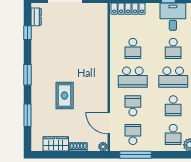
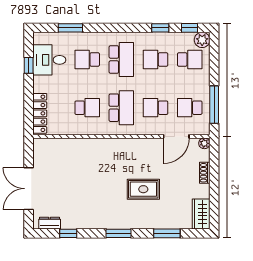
school desk: (173, 48) -> (87, 59), turned 180
school desk: (173, 106) -> (156, 59), turned 180
wardrobe: (56, 144) -> (201, 214), moved

